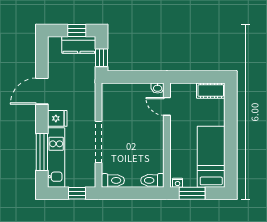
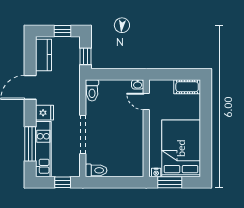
kitchen counter: (79, 45) -> (43, 55), moved, turned -90
bed: (211, 157) -> (181, 148), width x1.50
toilet: (152, 180) -> (92, 90), moved, turned -90

